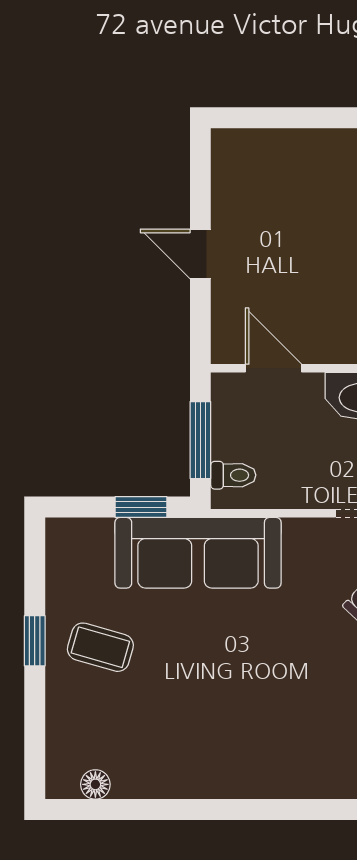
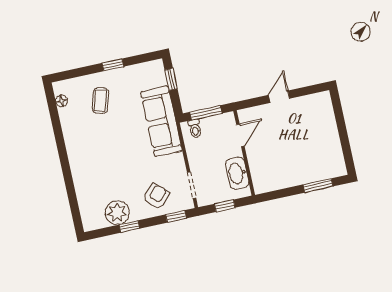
window: (141, 507) -> (171, 79), moved
coffee table: (100, 647) -> (100, 101), moved

